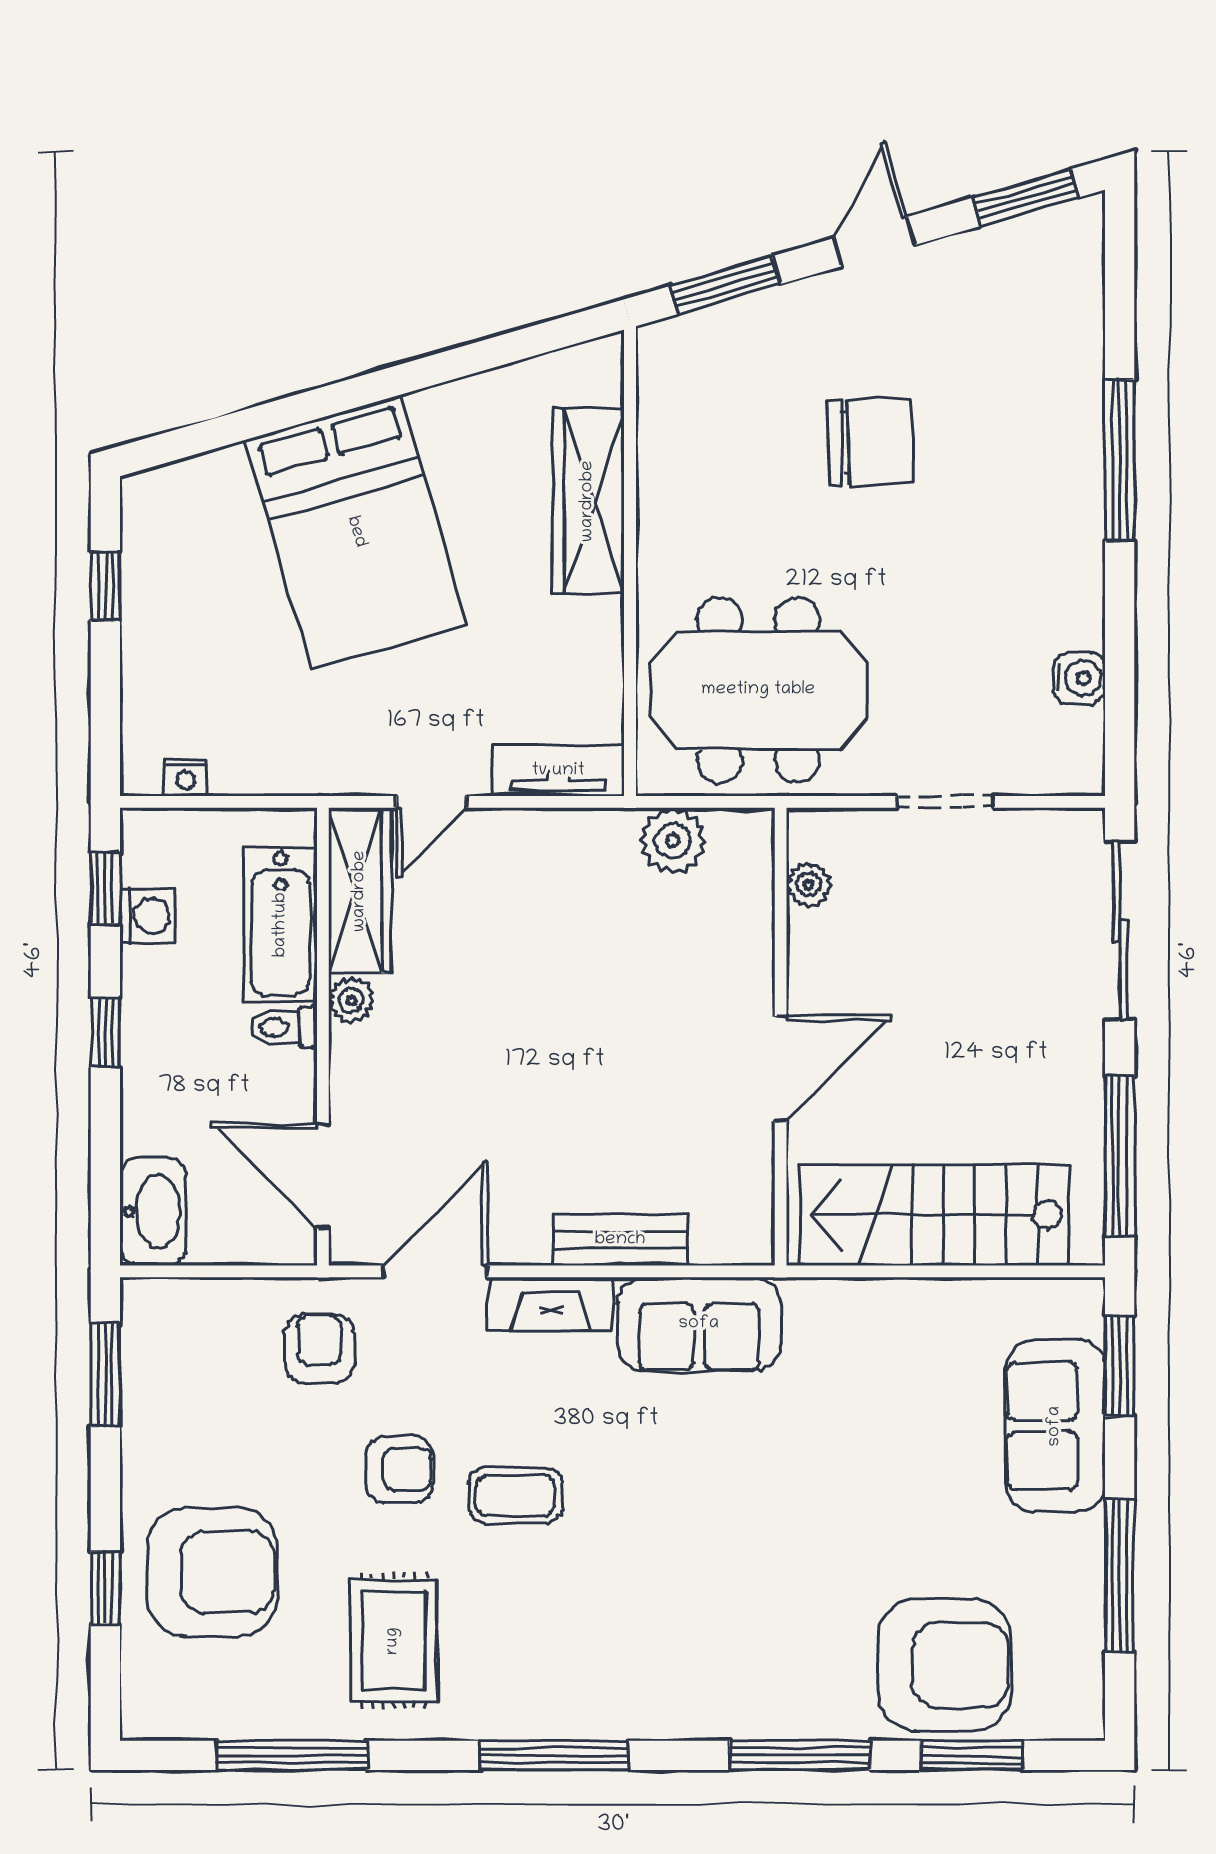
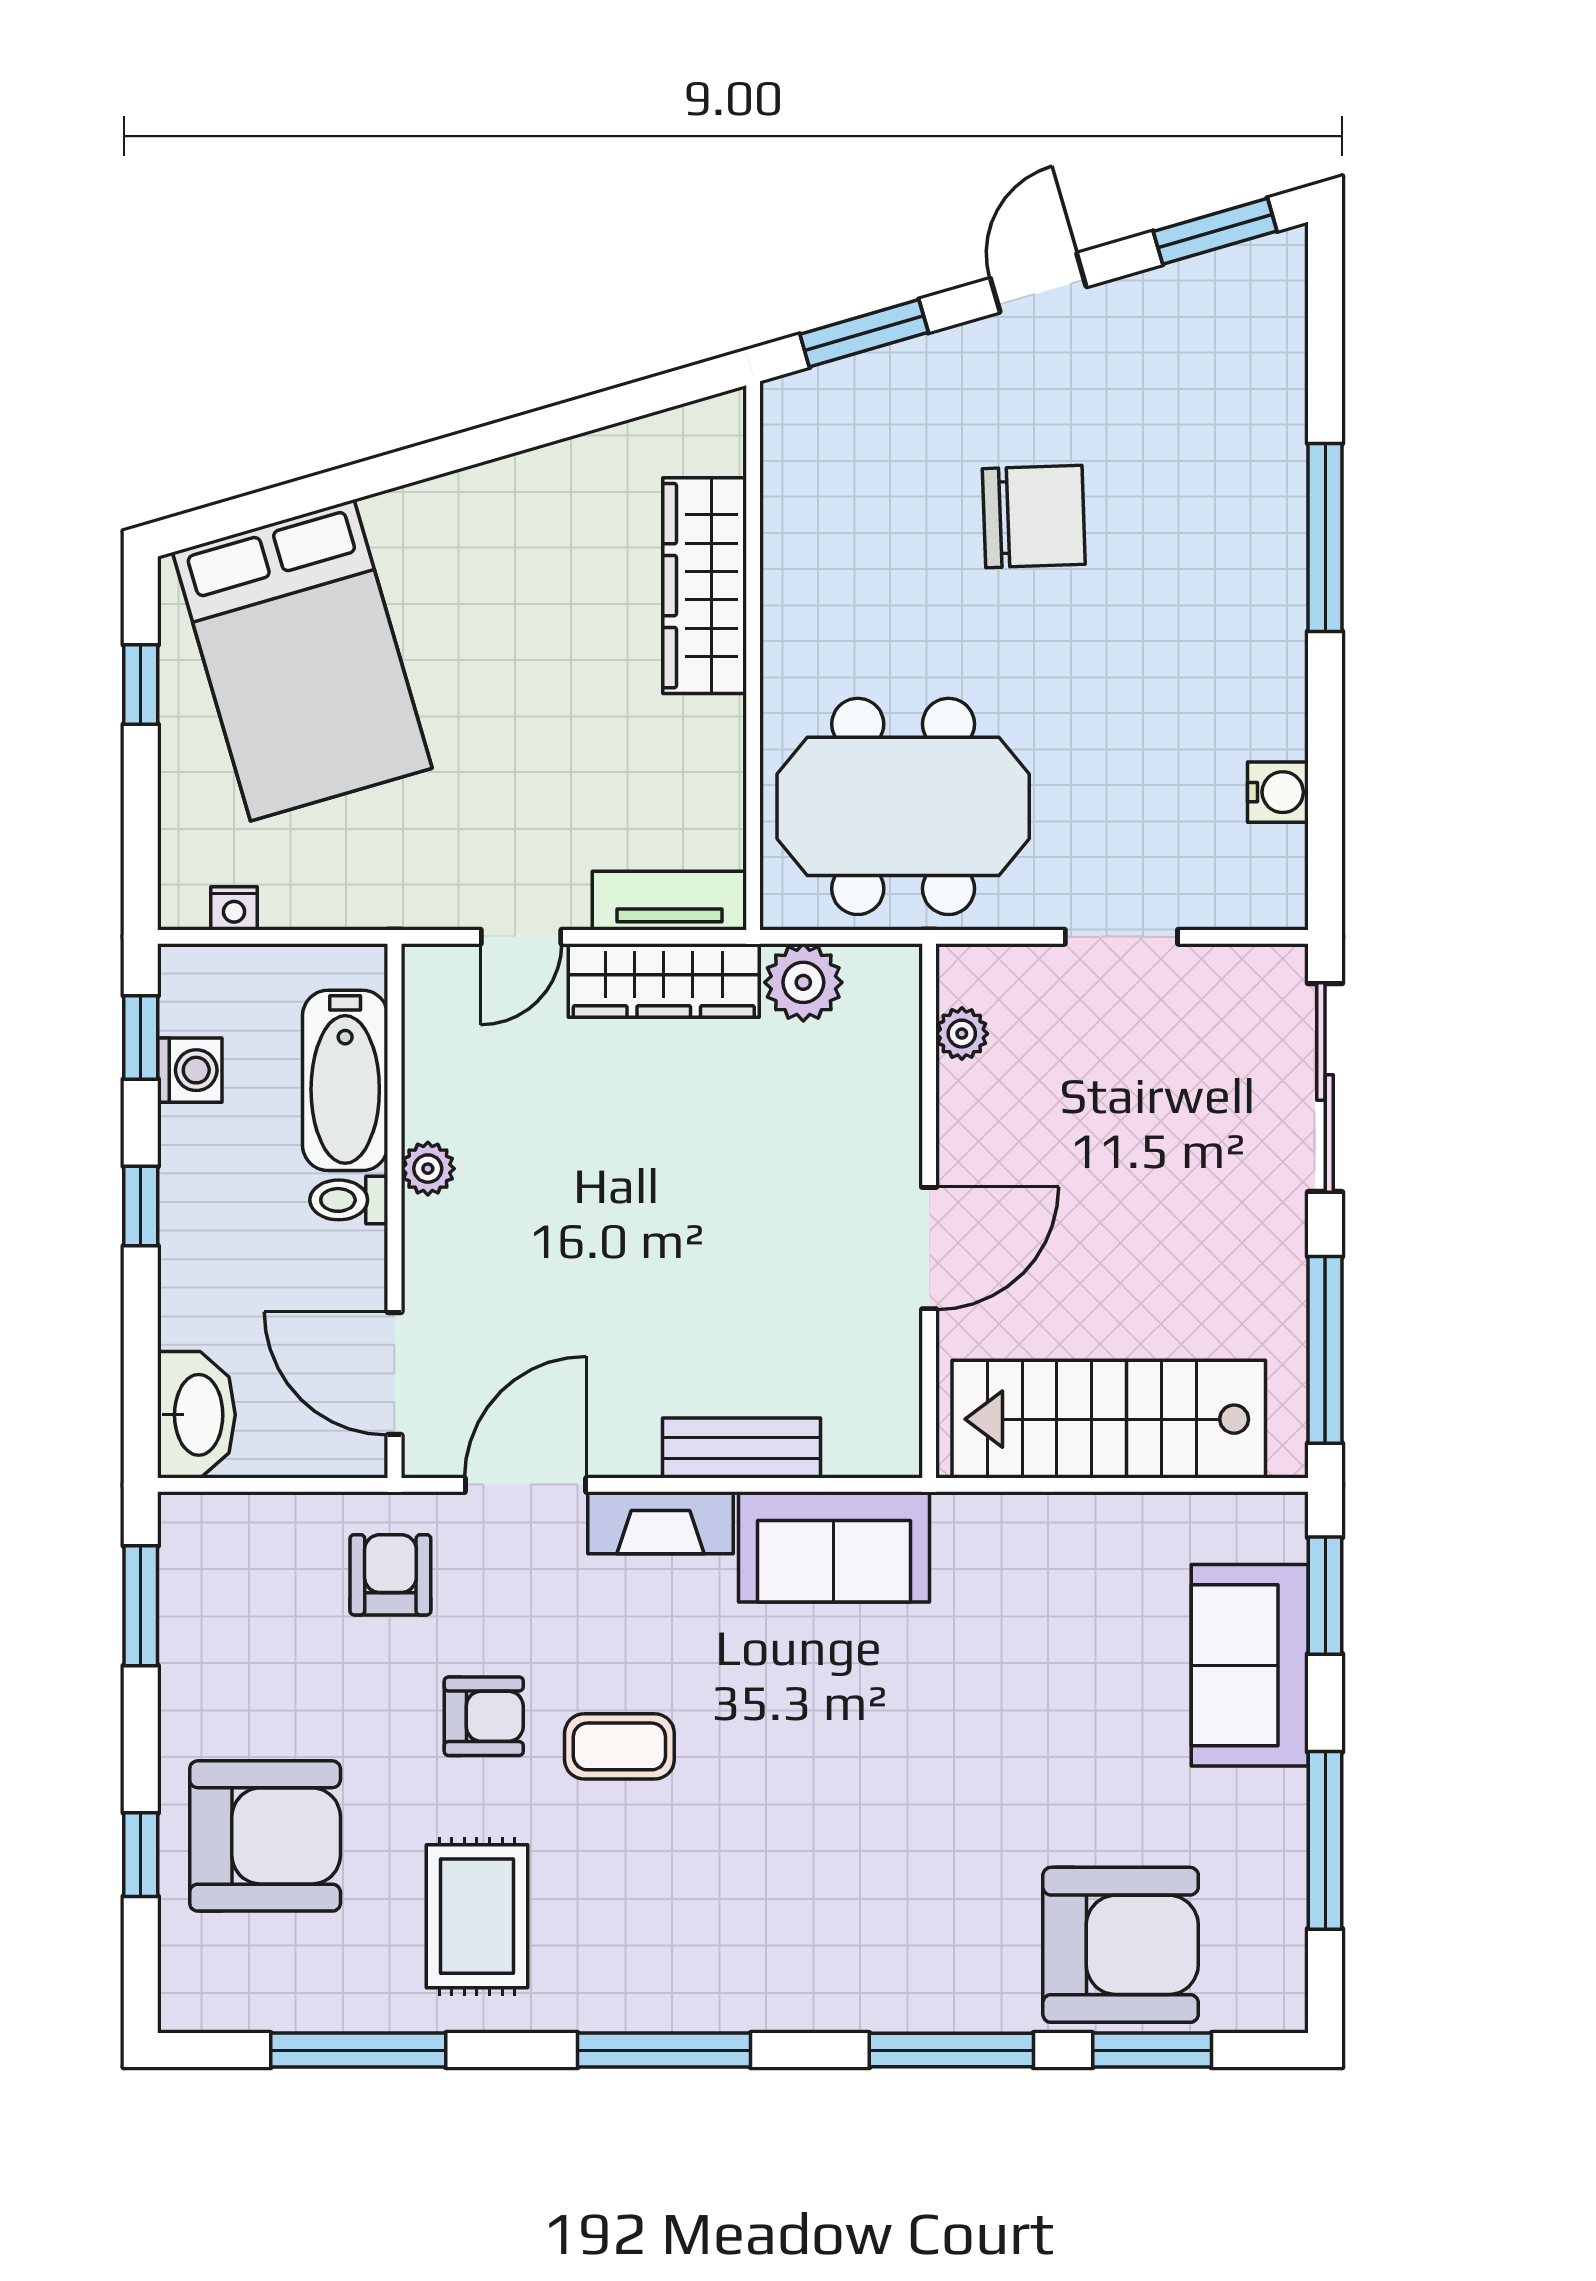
bed: (356, 532) -> (302, 660), moved
wardrobe: (360, 891) -> (664, 980), moved, turned 90

